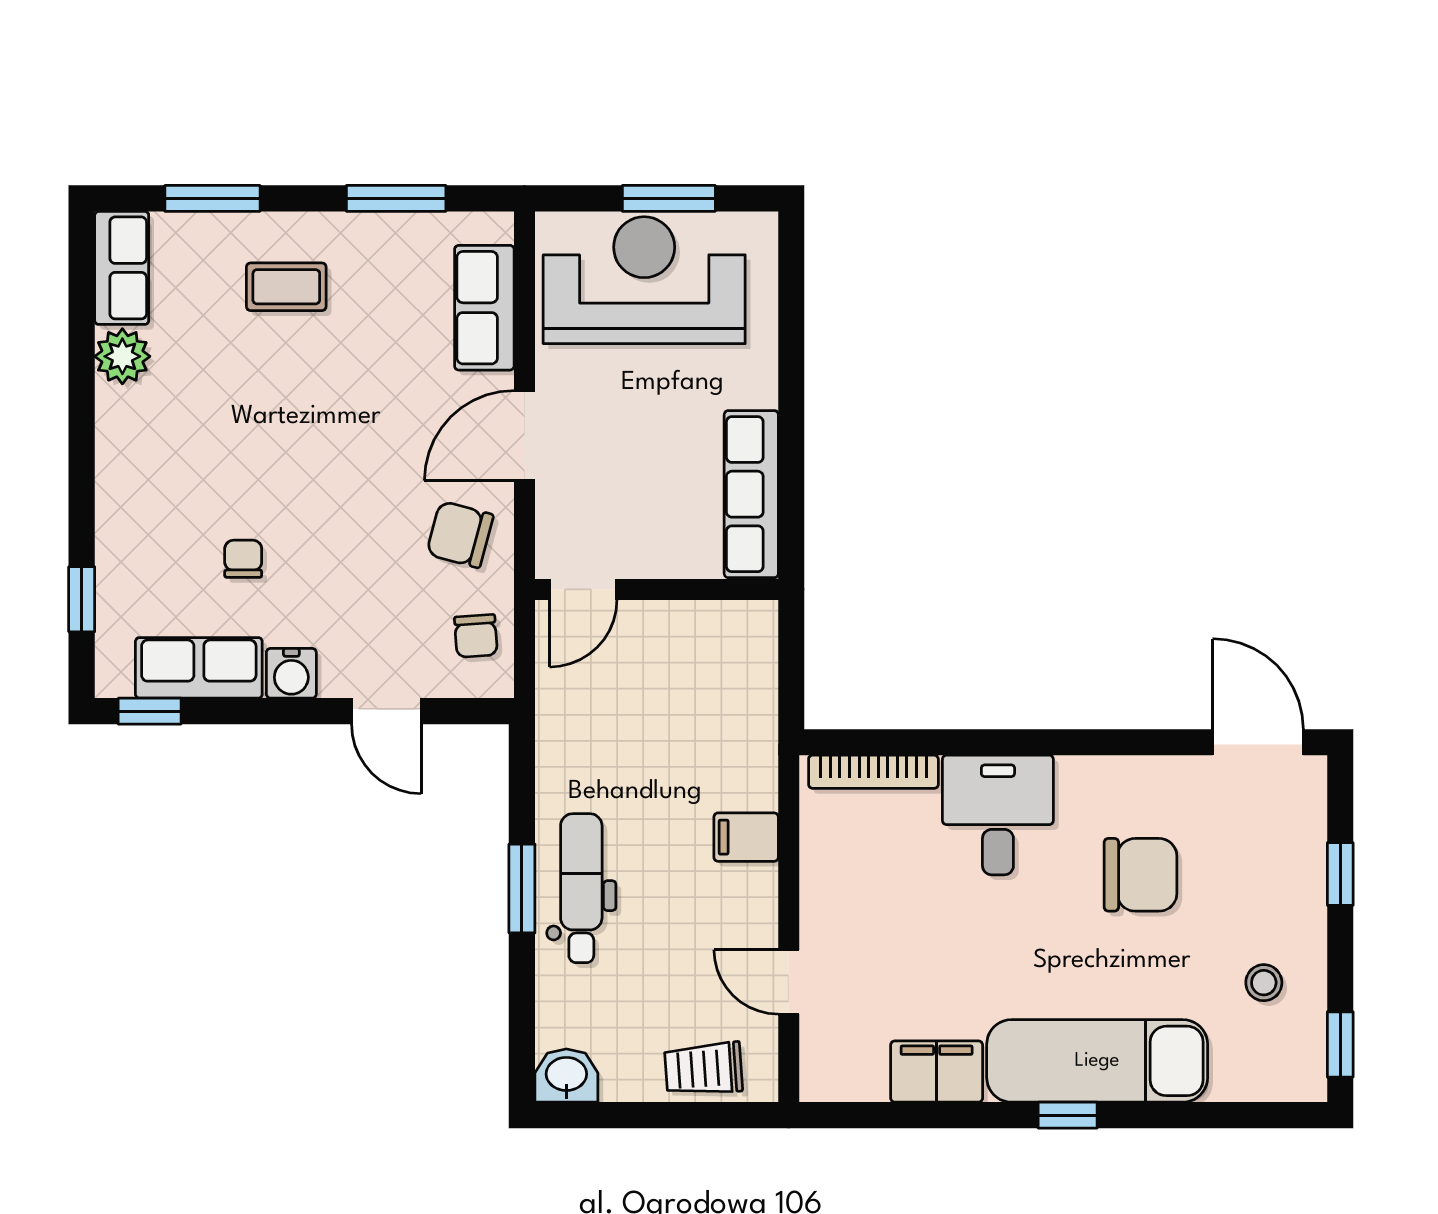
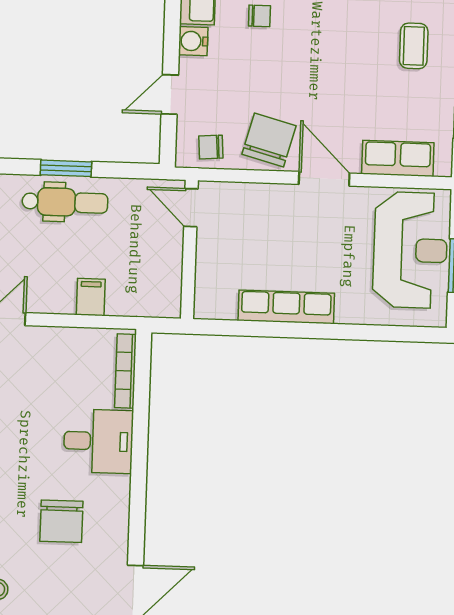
chair: (460, 534) -> (269, 140), width x1.37, depth x1.37
door: (583, 589) -> (191, 208), moved
wall: (657, 589) -> (189, 249), moved

